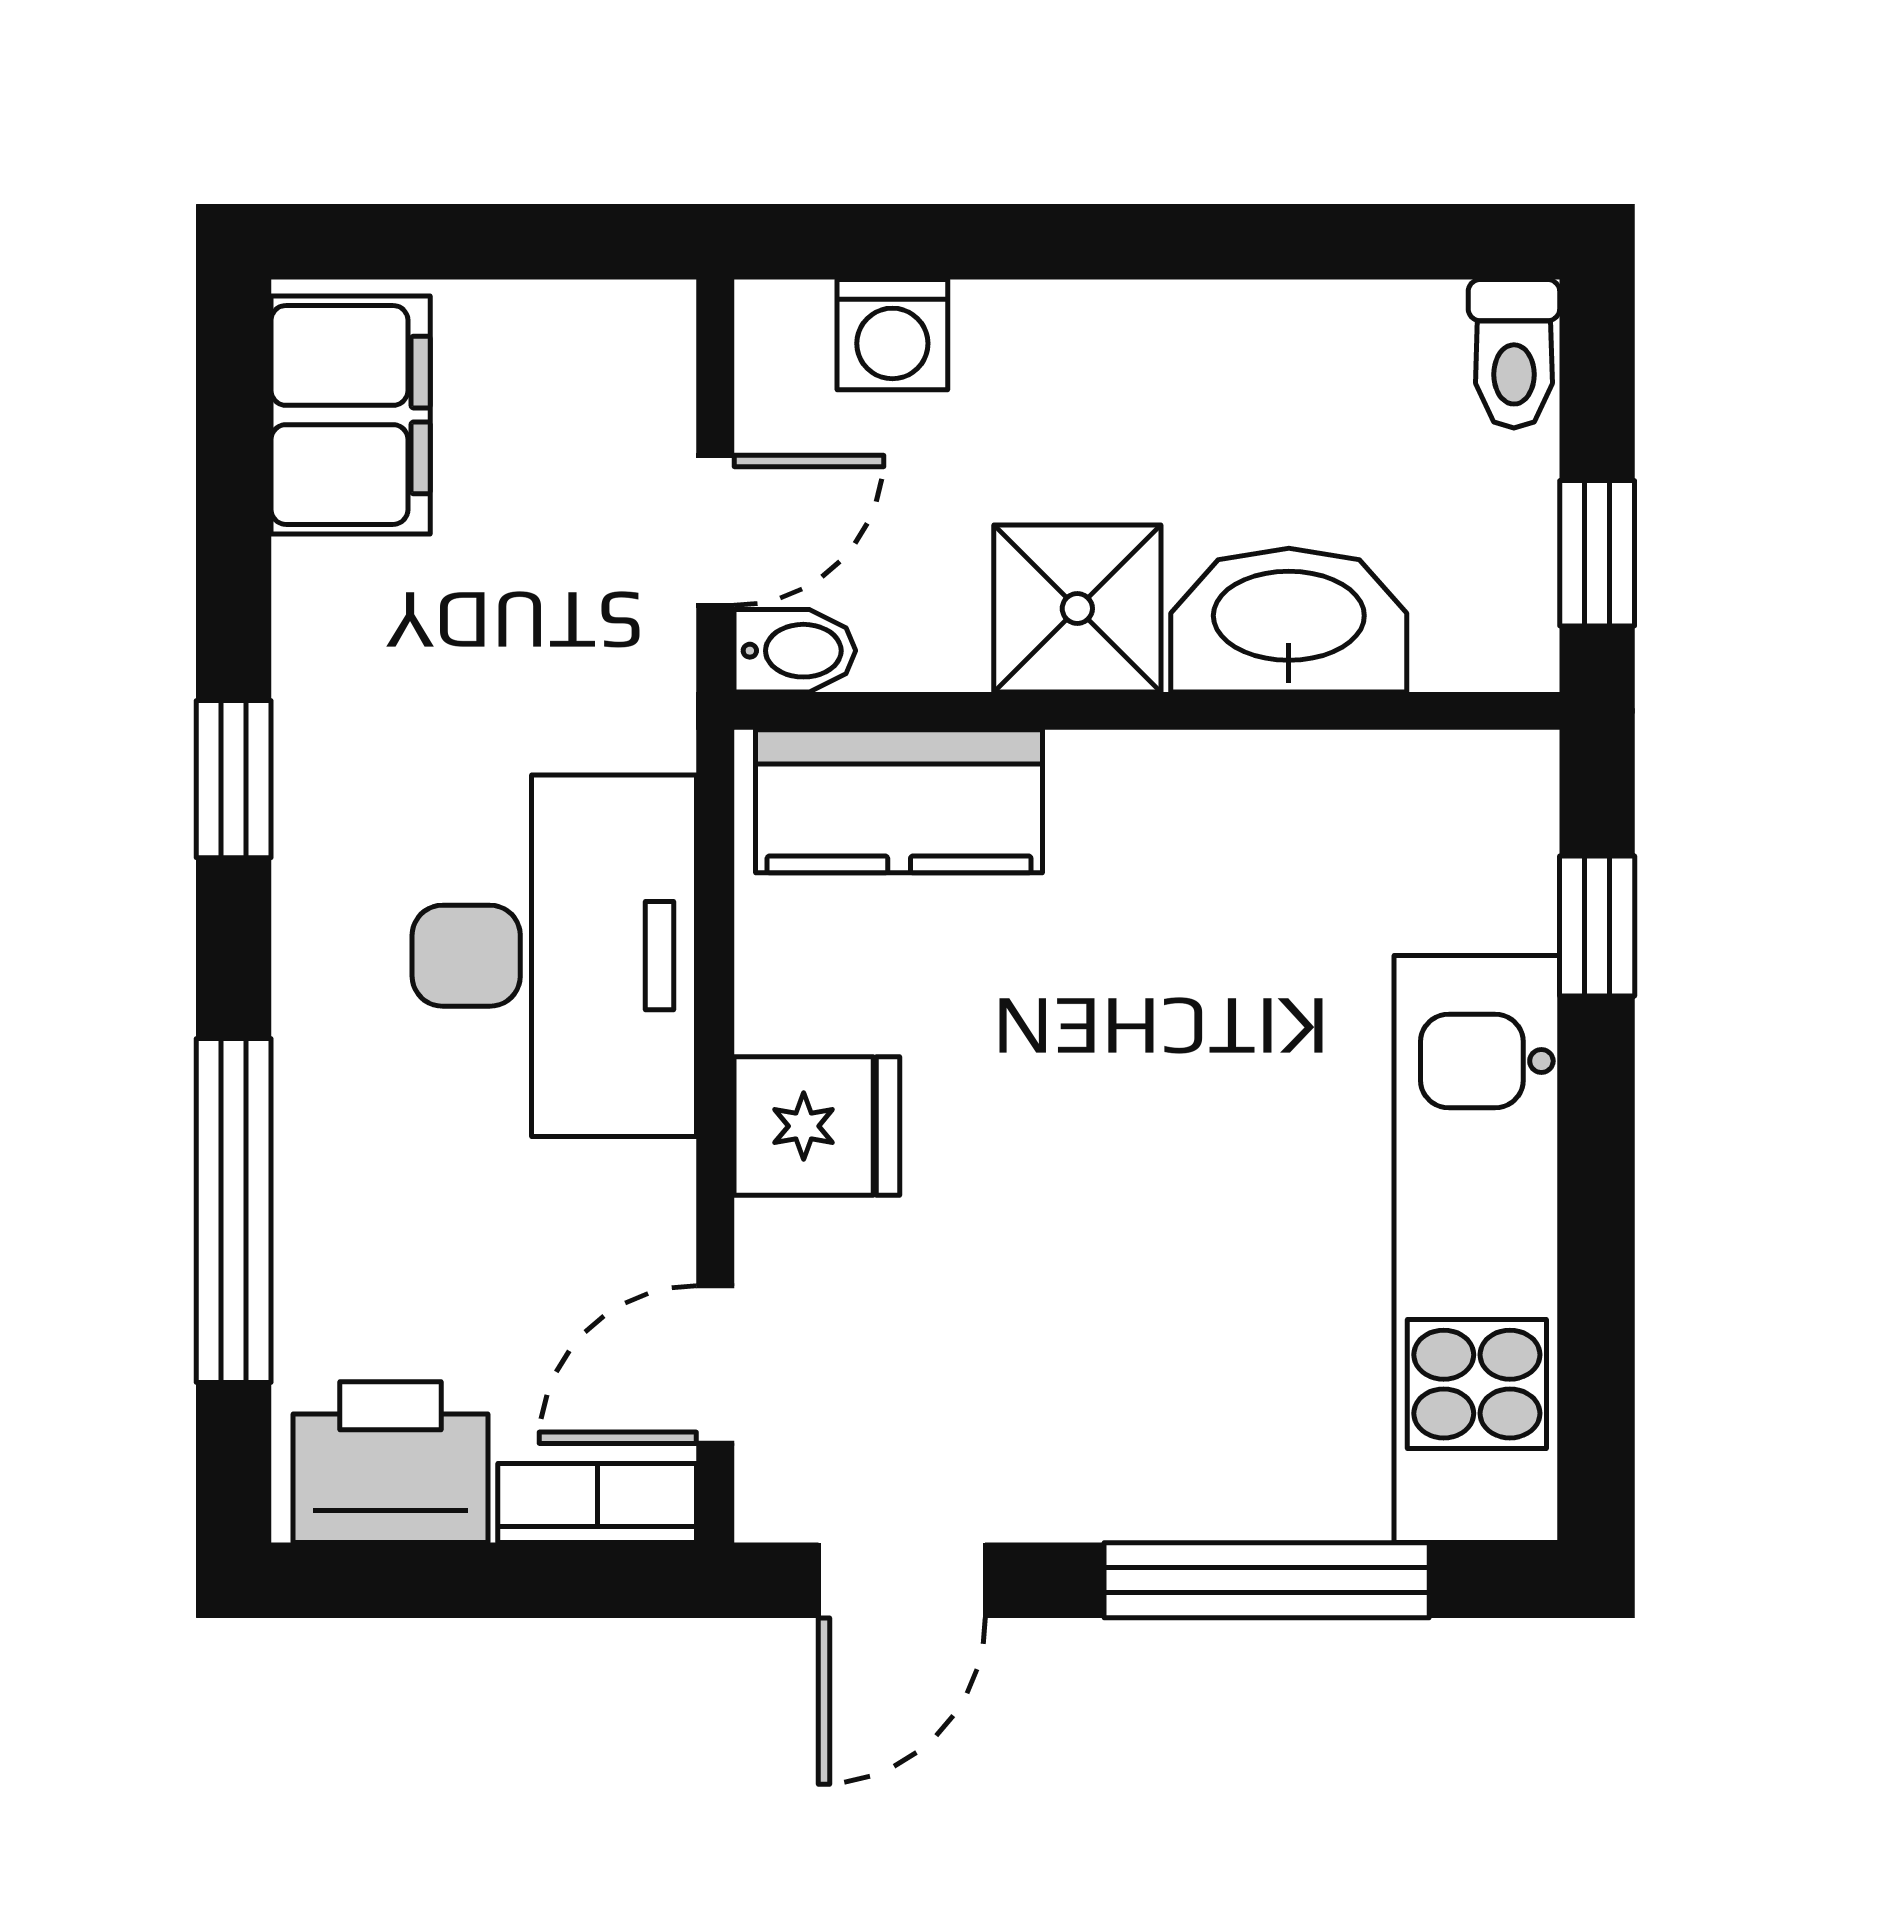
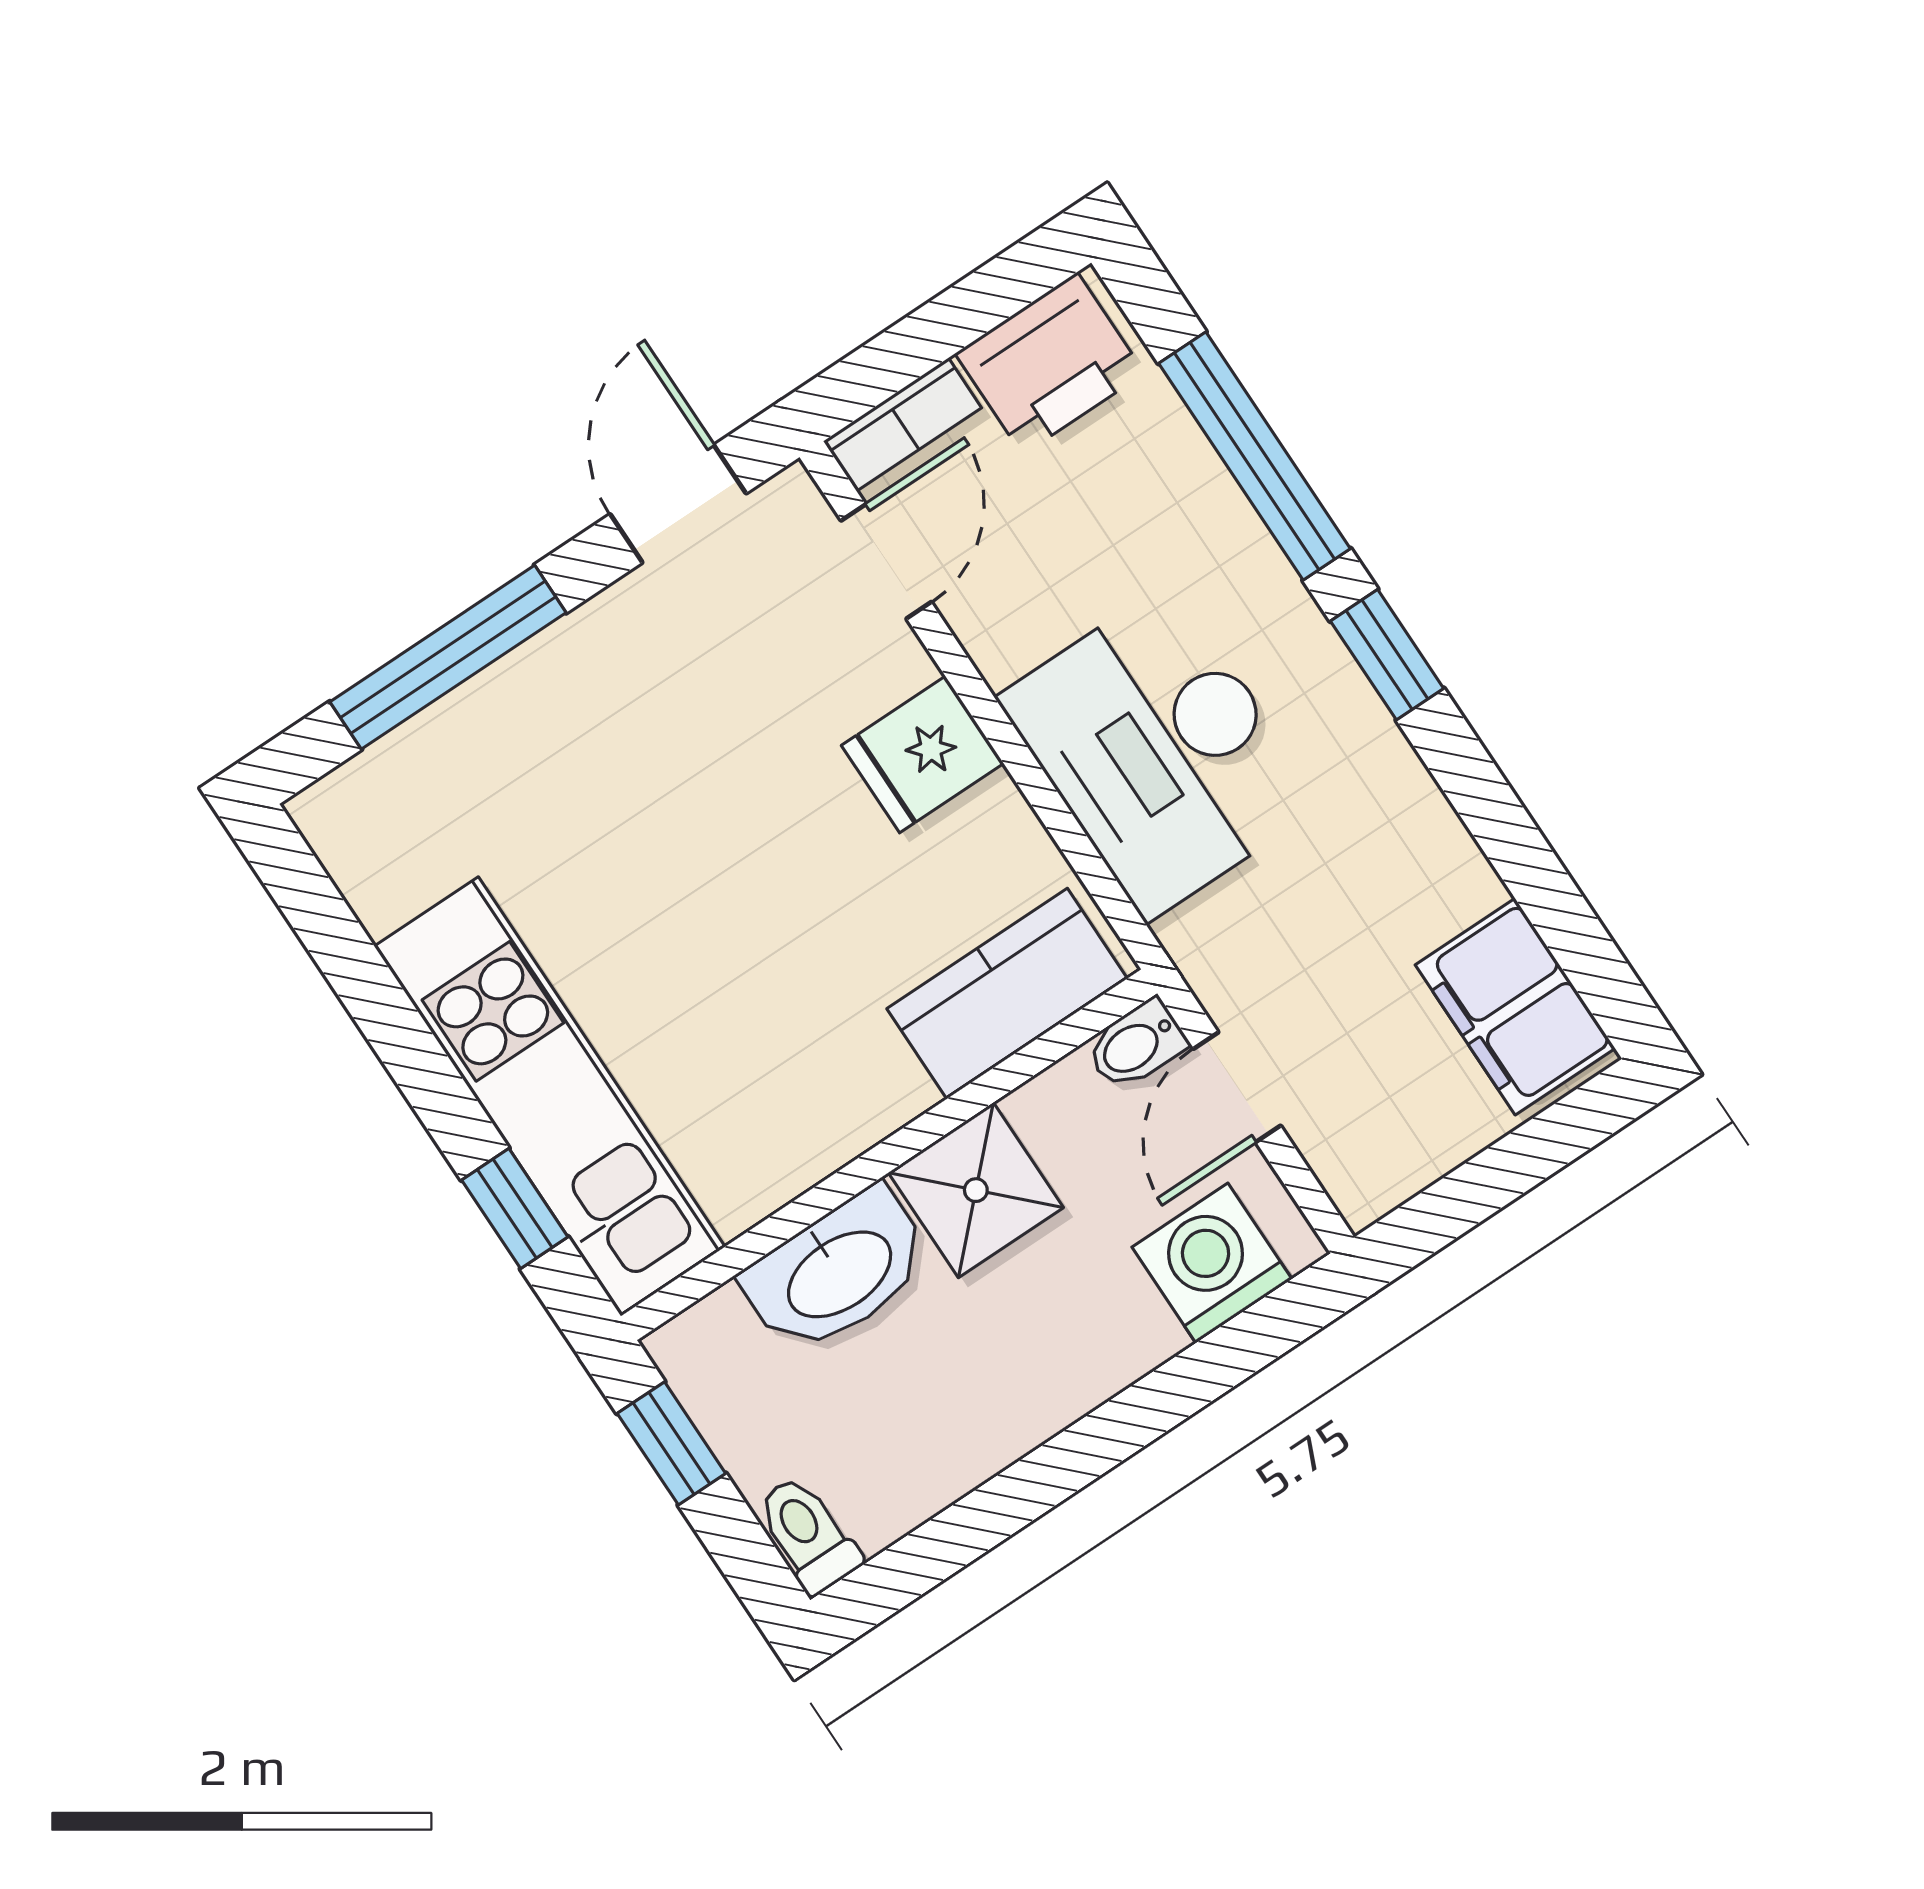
washing machine: (892, 335) -> (1212, 1263), width x1.38, depth x1.38
window: (234, 779) -> (1387, 655), moved
kitchen unit: (1477, 1249) -> (550, 1097), moved

